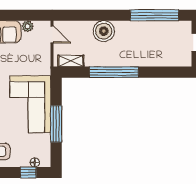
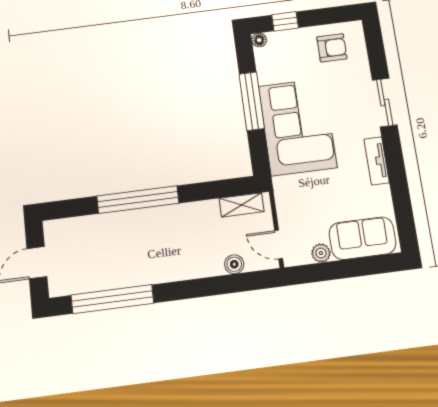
boiler: (104, 31) -> (234, 264), moved, width x0.54, depth x0.54
window: (114, 72) -> (138, 200), moved
floor lamp: (35, 163) -> (259, 40), moved

